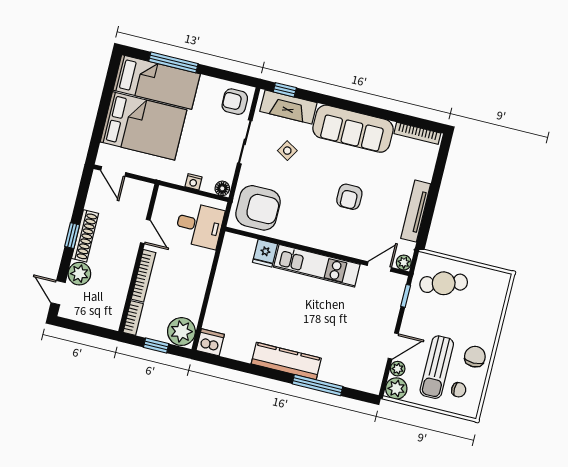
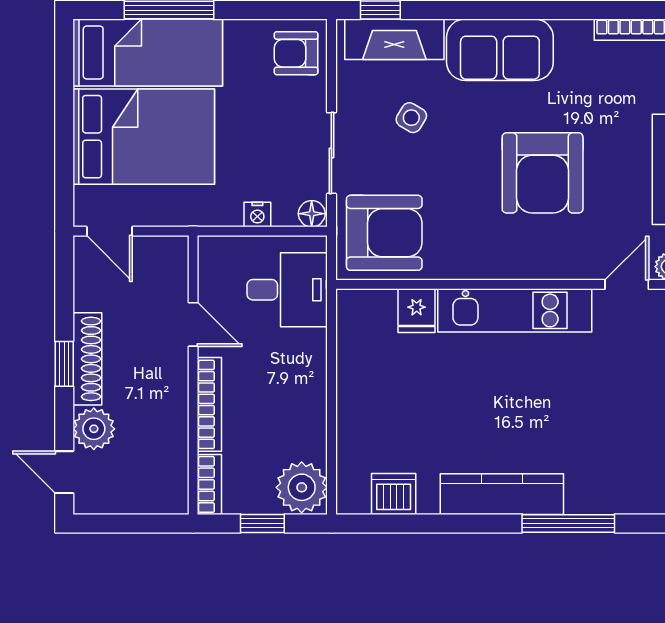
sofa: (353, 129) -> (500, 50), width x0.73
sliding door: (245, 142) -> (331, 153), moved
armchair: (349, 197) -> (543, 173), width x1.88, depth x1.88
dishwasher: (210, 342) -> (394, 494), moved

